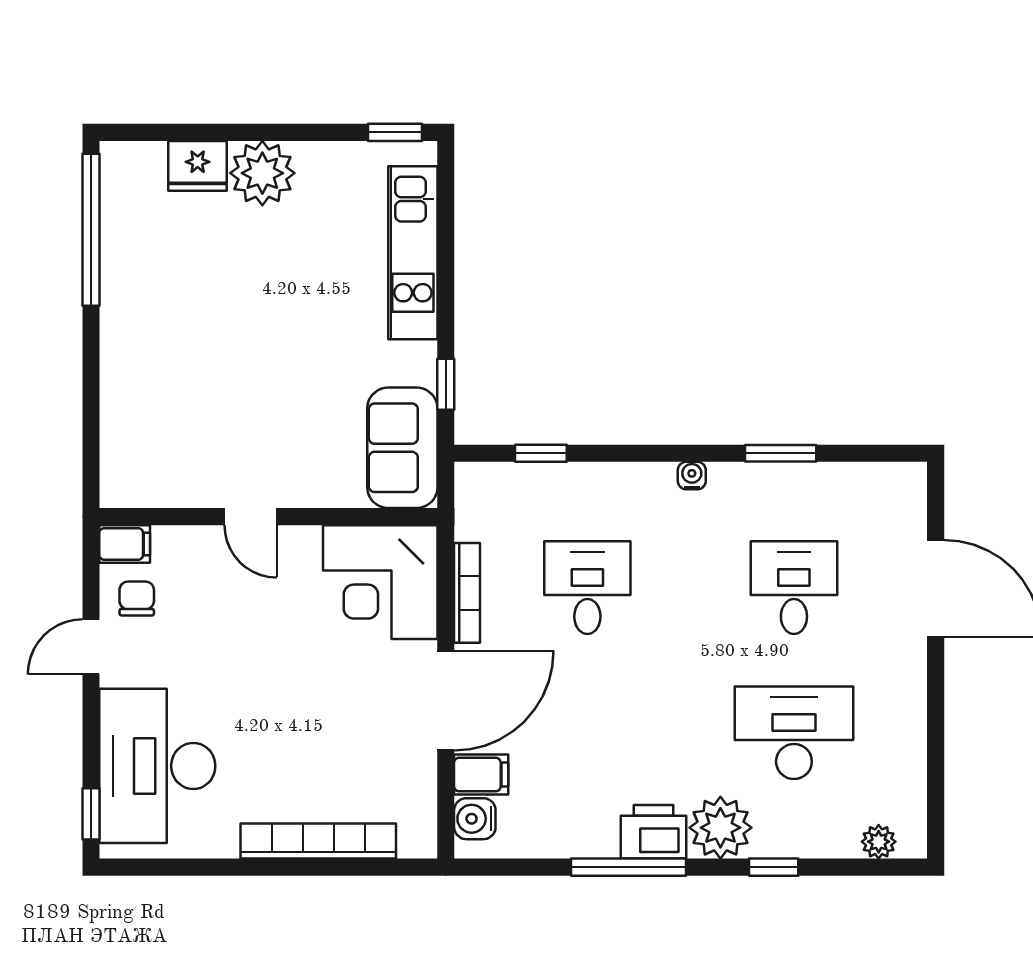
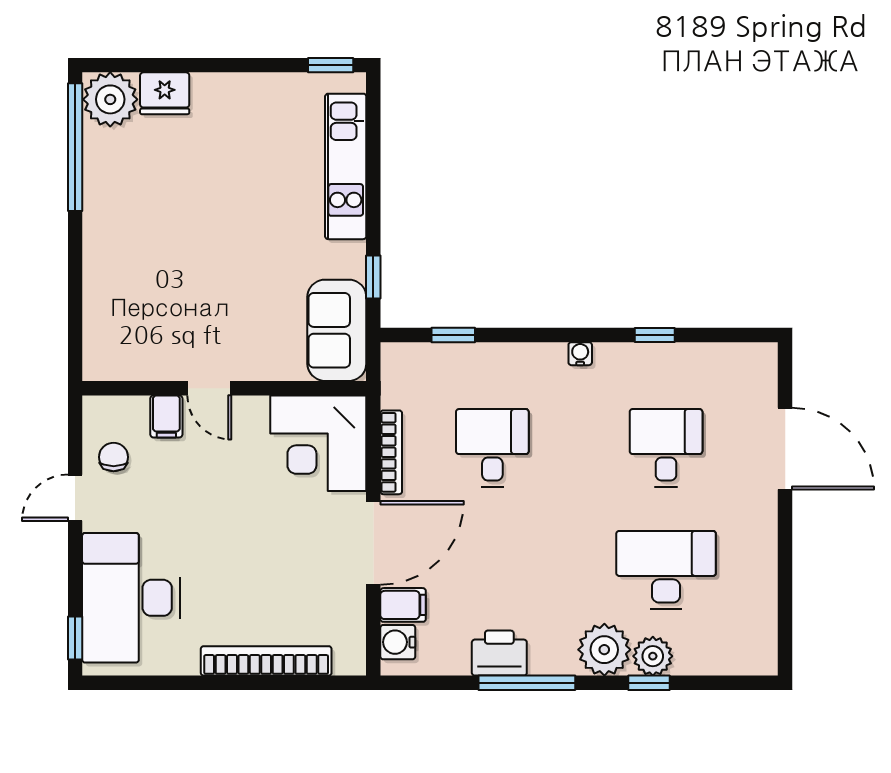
plant: (262, 173) -> (110, 99), moved
window: (781, 453) -> (655, 335), width x0.67
filing cabinet: (125, 544) -> (166, 416), moved, turned 90
printer: (653, 832) -> (499, 653), moved
plant: (879, 842) -> (653, 656), moved, width x1.38, depth x1.38

